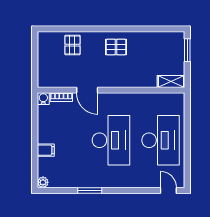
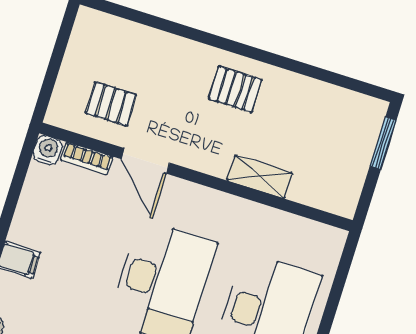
pallet: (72, 45) -> (111, 104), moved, turned 90
shelving: (171, 81) -> (260, 177), moved

